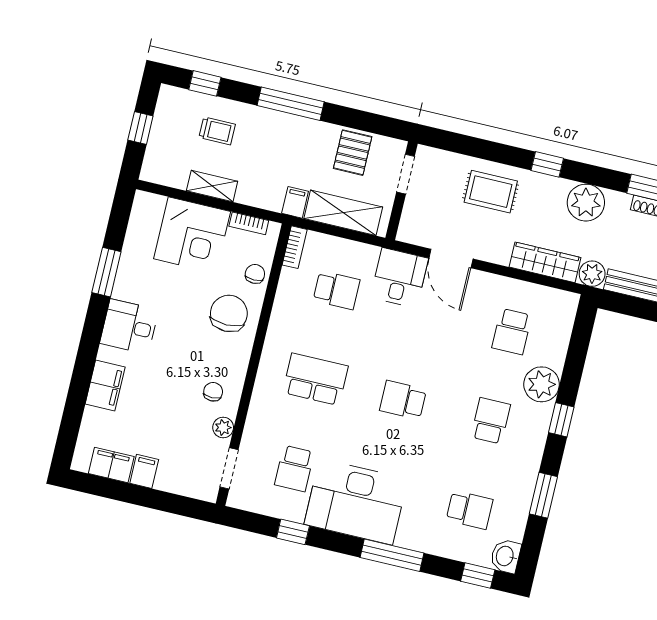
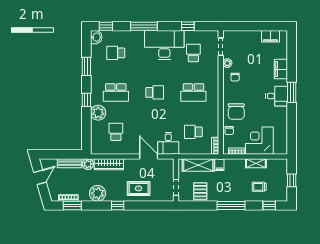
window: (106, 272) -> (292, 92), moved
school desk: (491, 421) -> (116, 92), width x1.85
filing cabinet: (144, 471) -> (256, 37), removed

